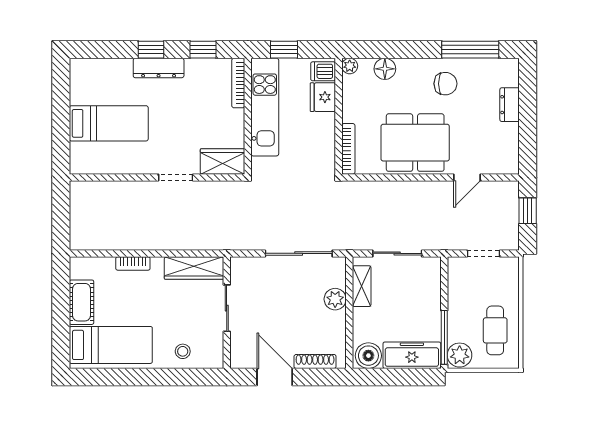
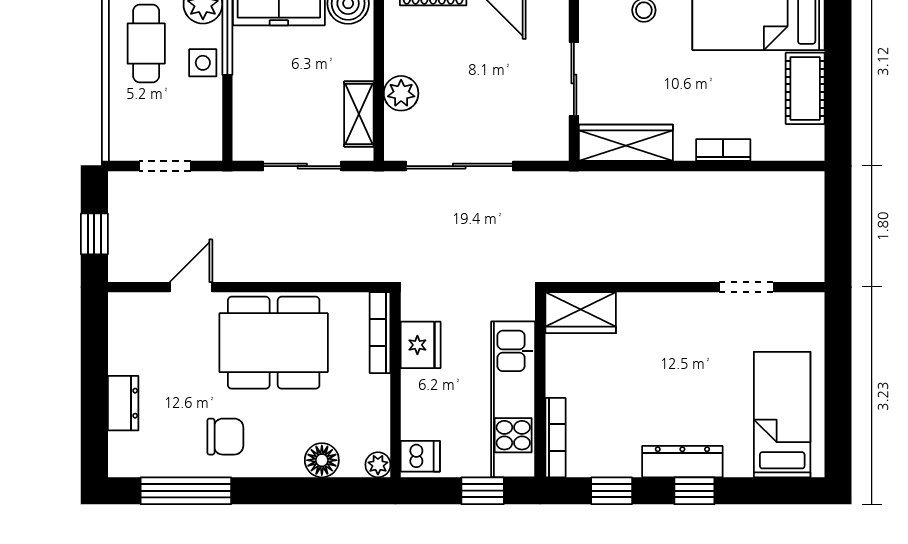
chair: (445, 84) -> (225, 437), turned 180
fridge: (323, 97) -> (421, 345), moved
bed: (109, 123) -> (782, 415), moved, turned 90
doorway: (176, 177) -> (746, 287), moved
side table: (460, 318) -> (203, 63), added

